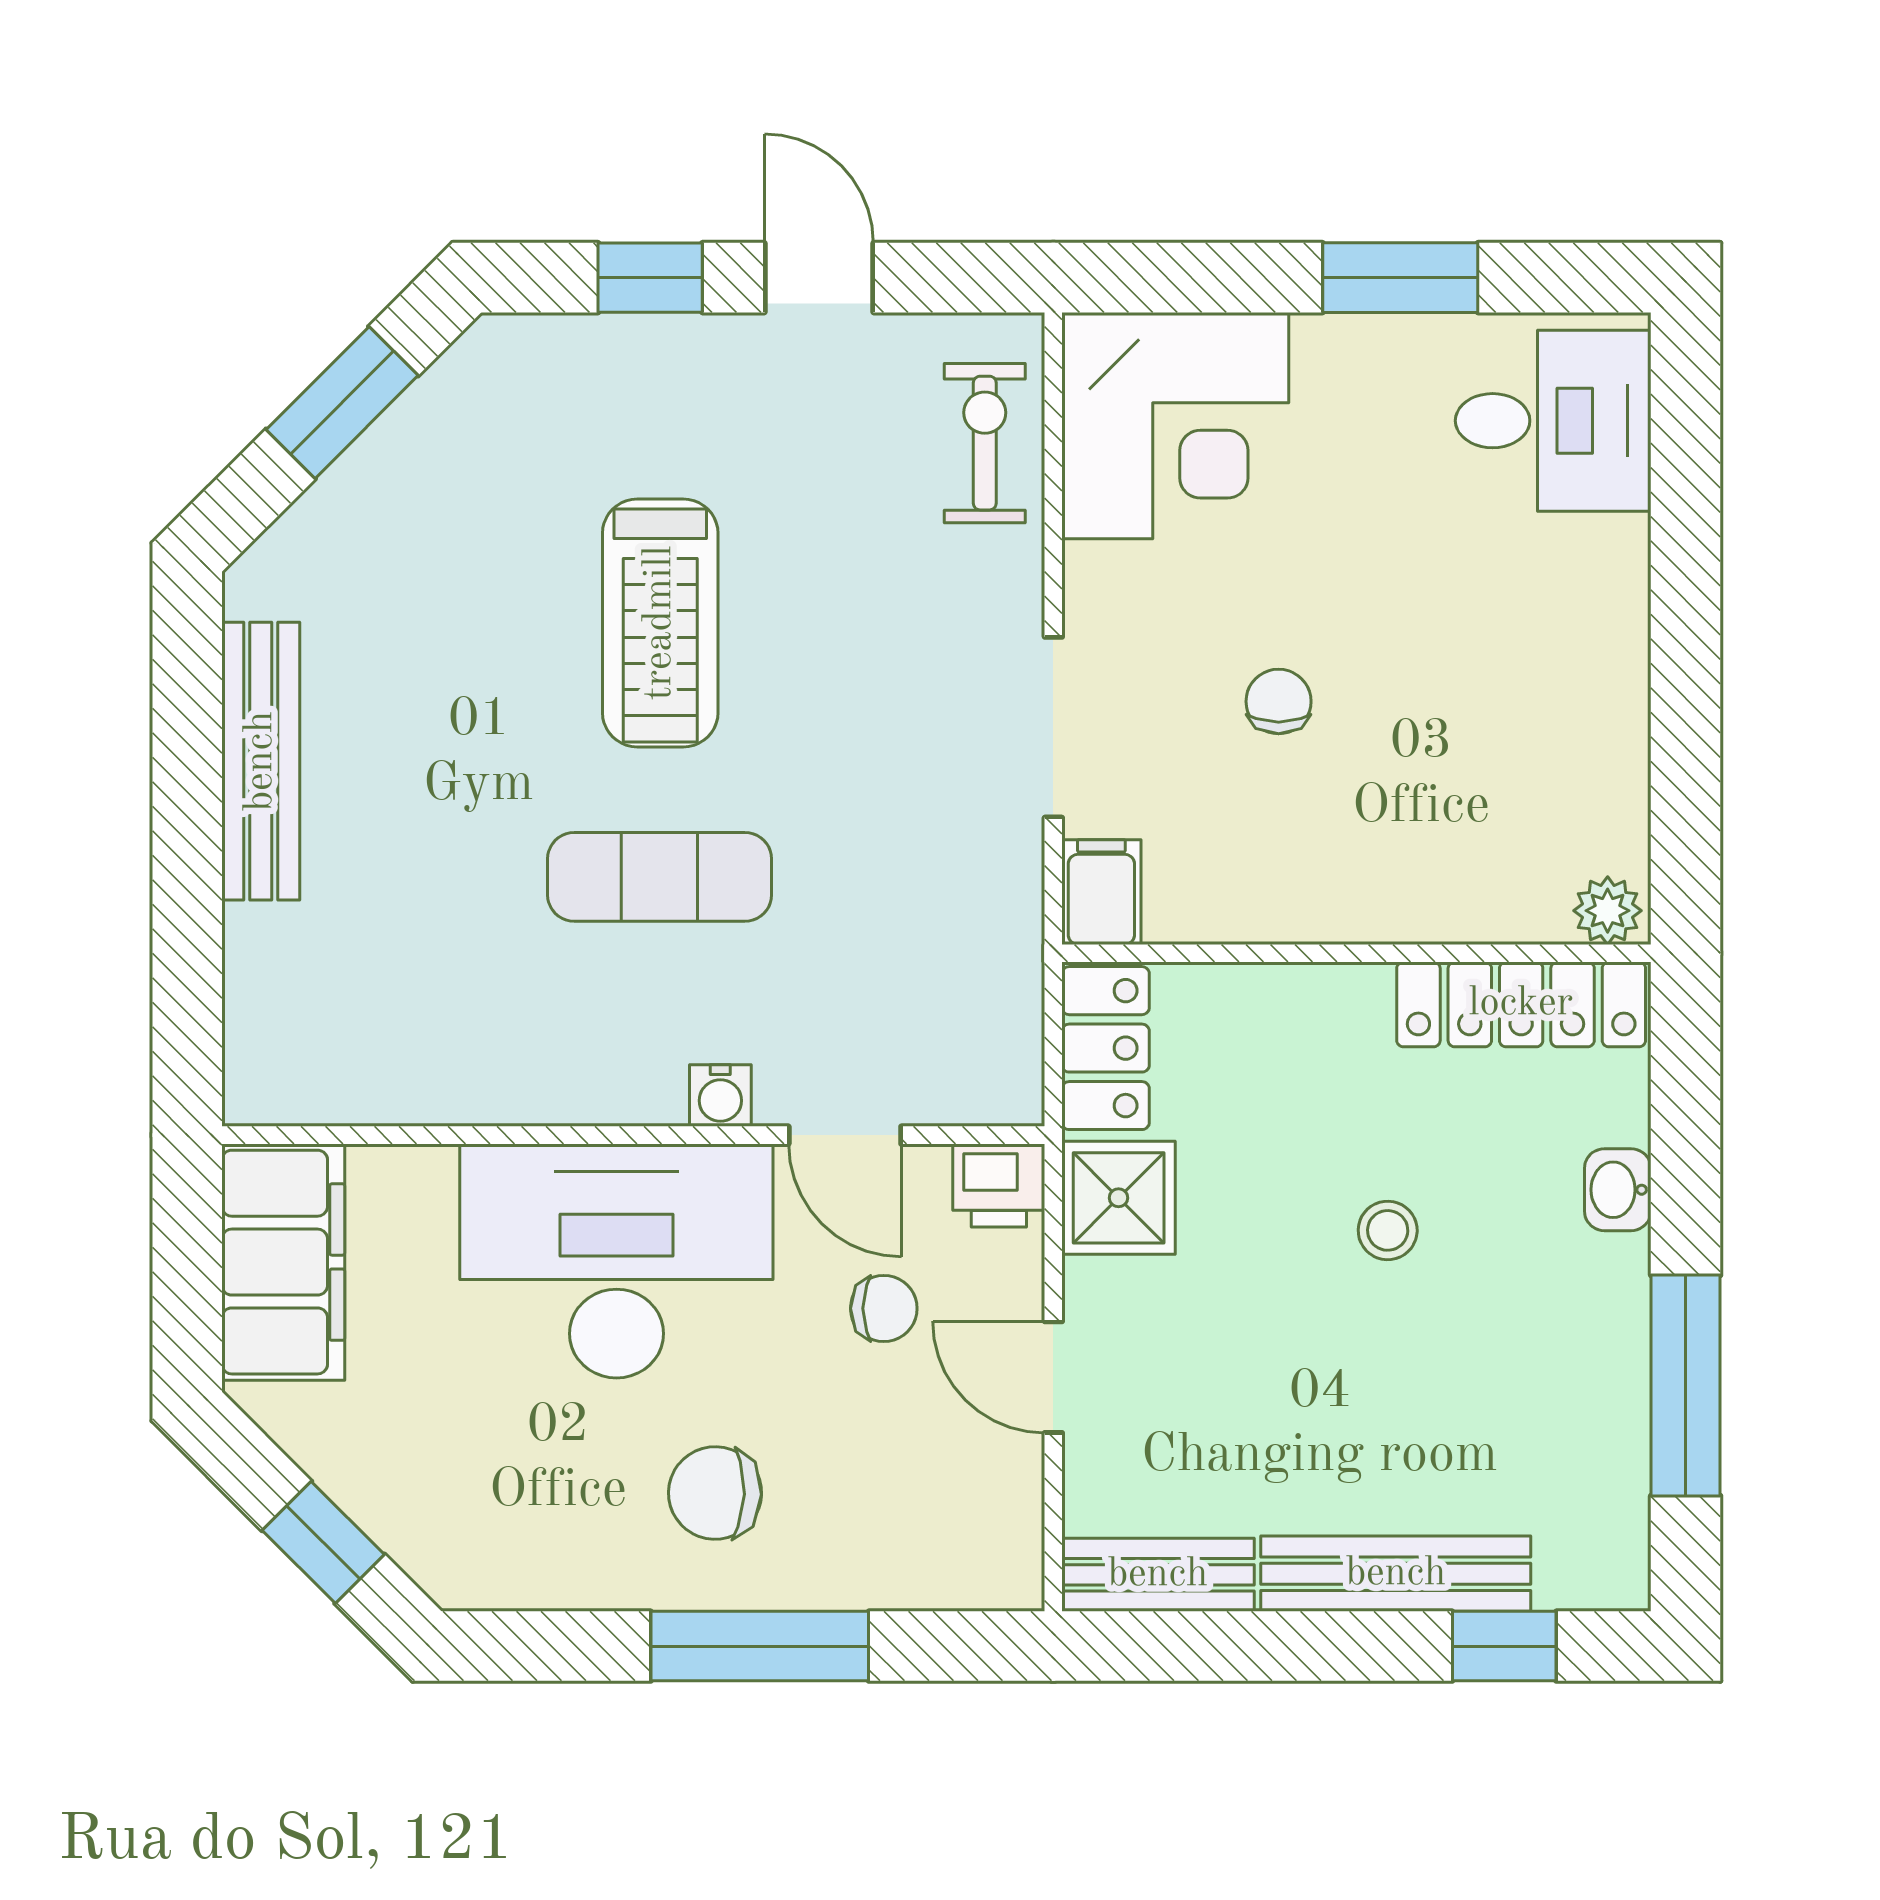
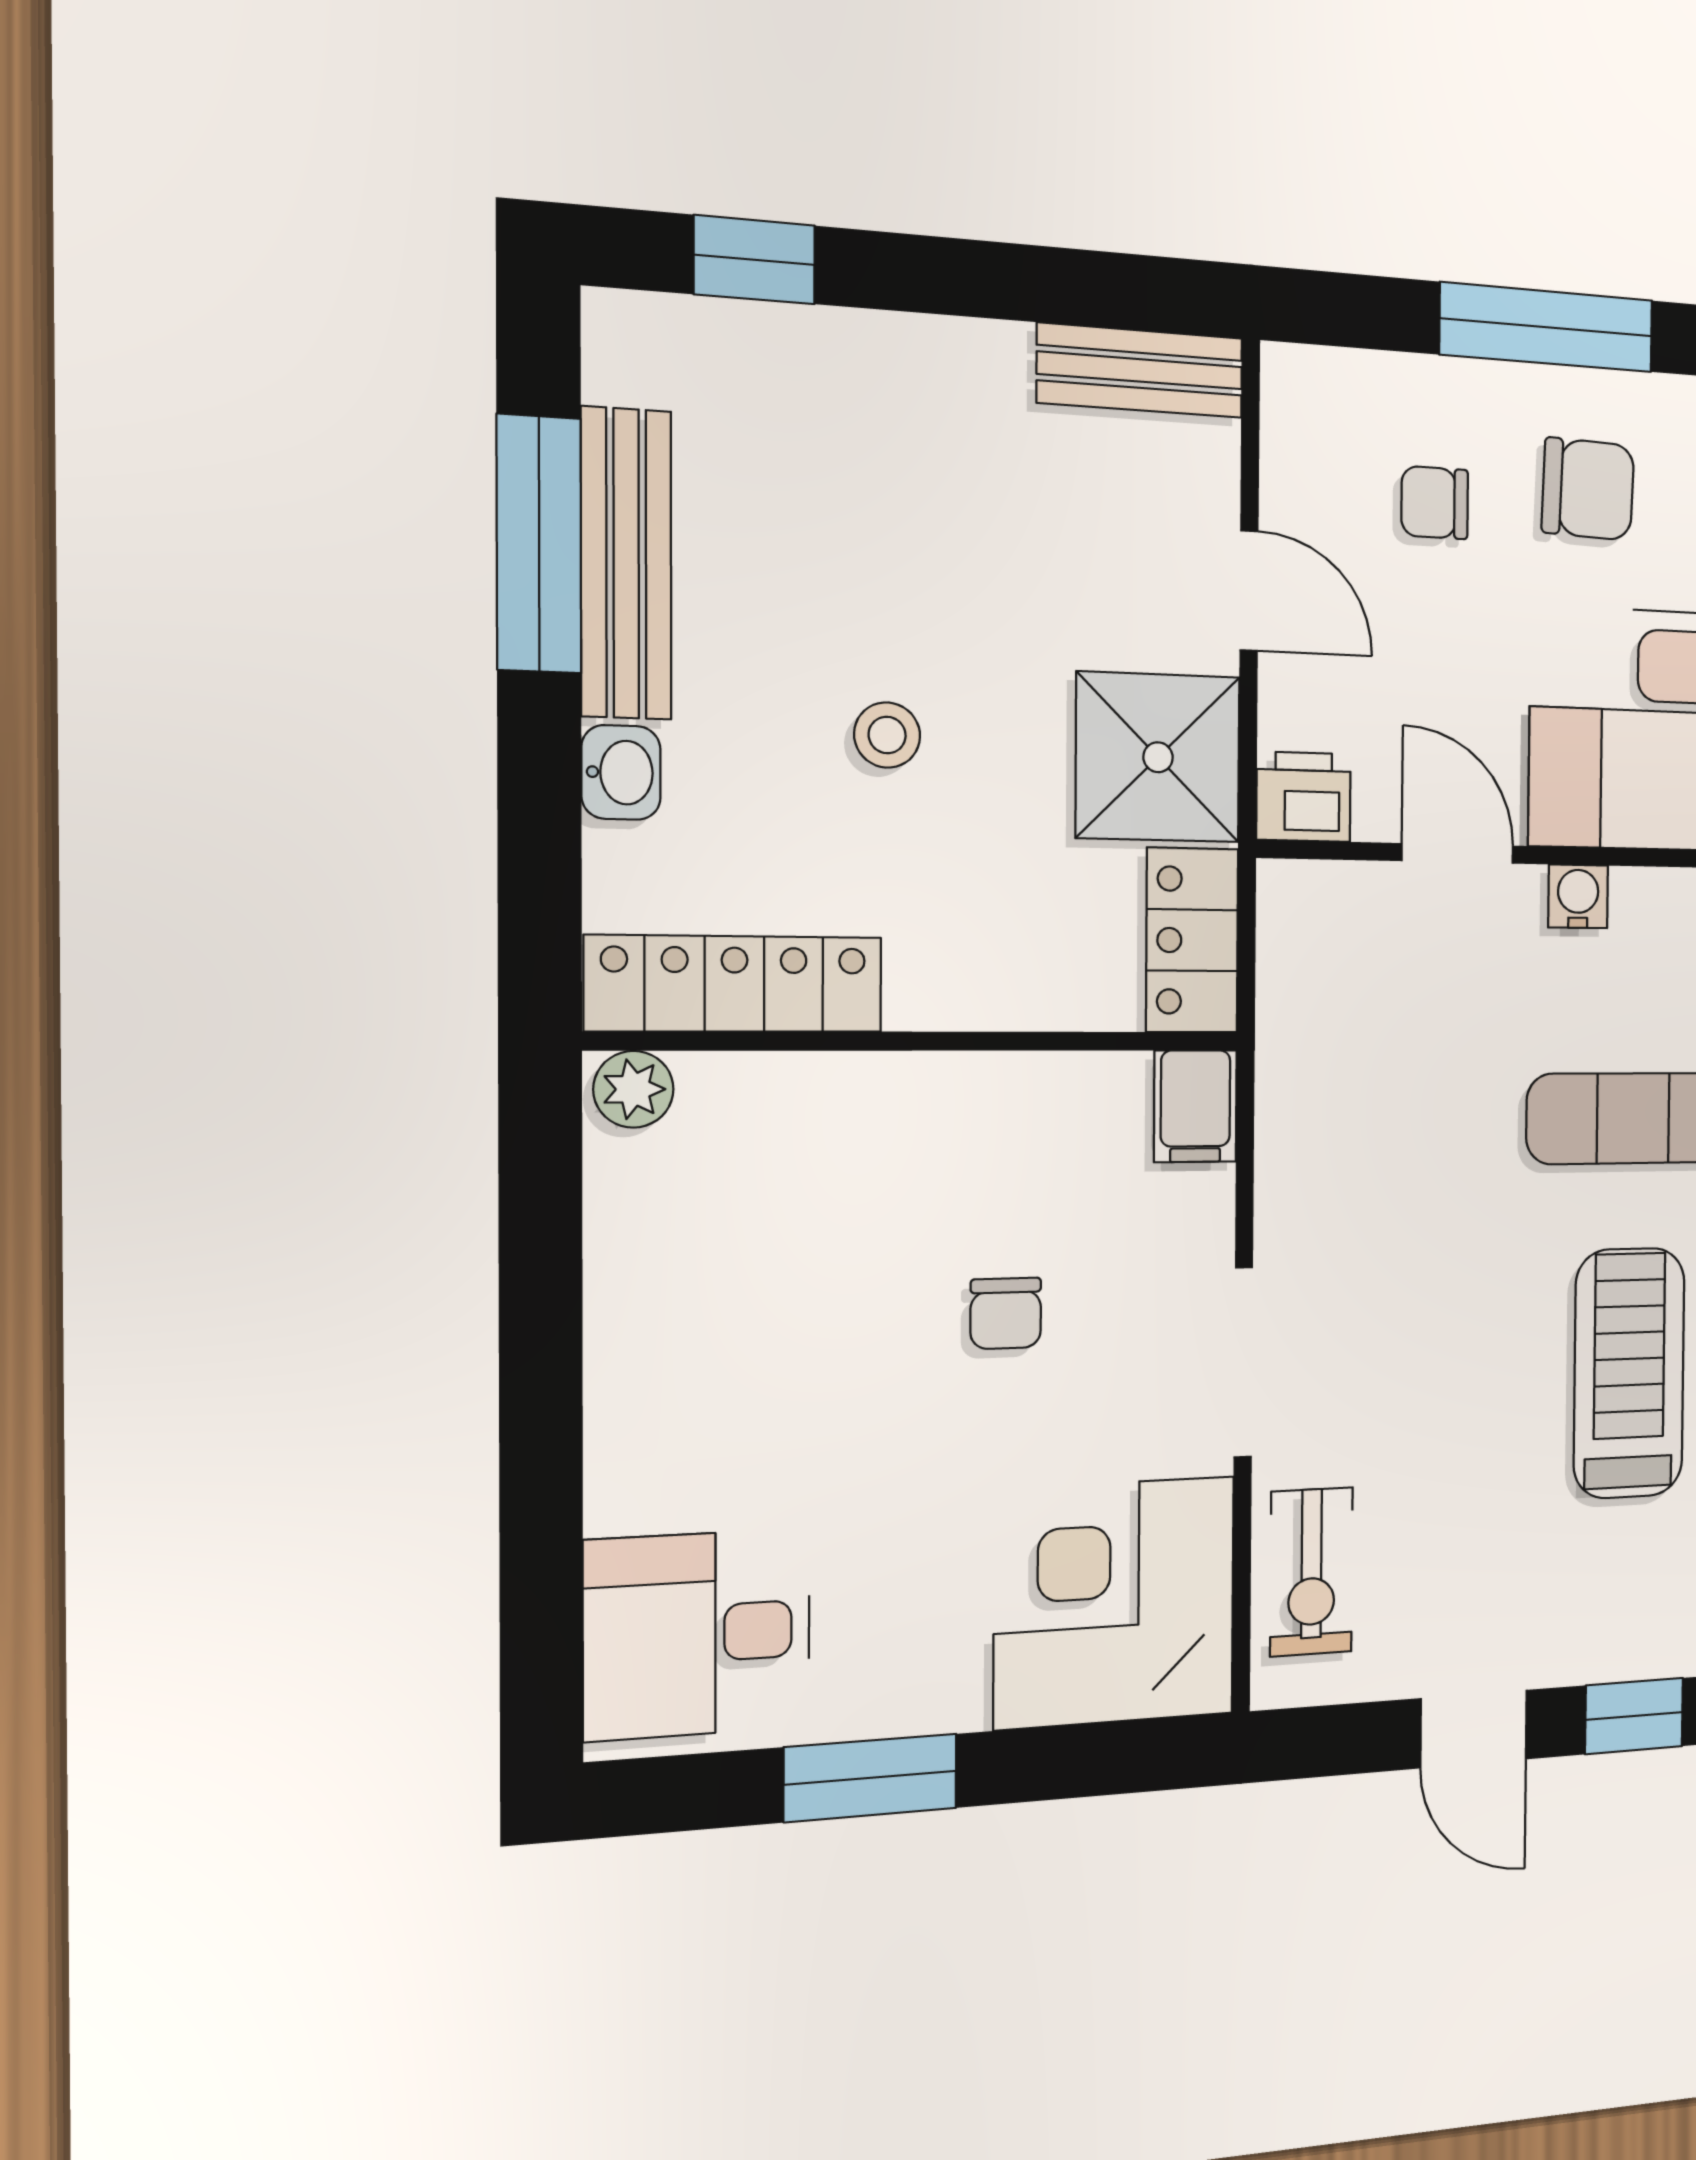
doorway: (1053, 727) -> (1243, 1362), moved
shower: (1119, 1198) -> (1158, 757), width x1.36, depth x1.36
chair: (884, 1308) -> (1435, 503), moved
bench: (1396, 1574) -> (626, 564), moved, turned 90

